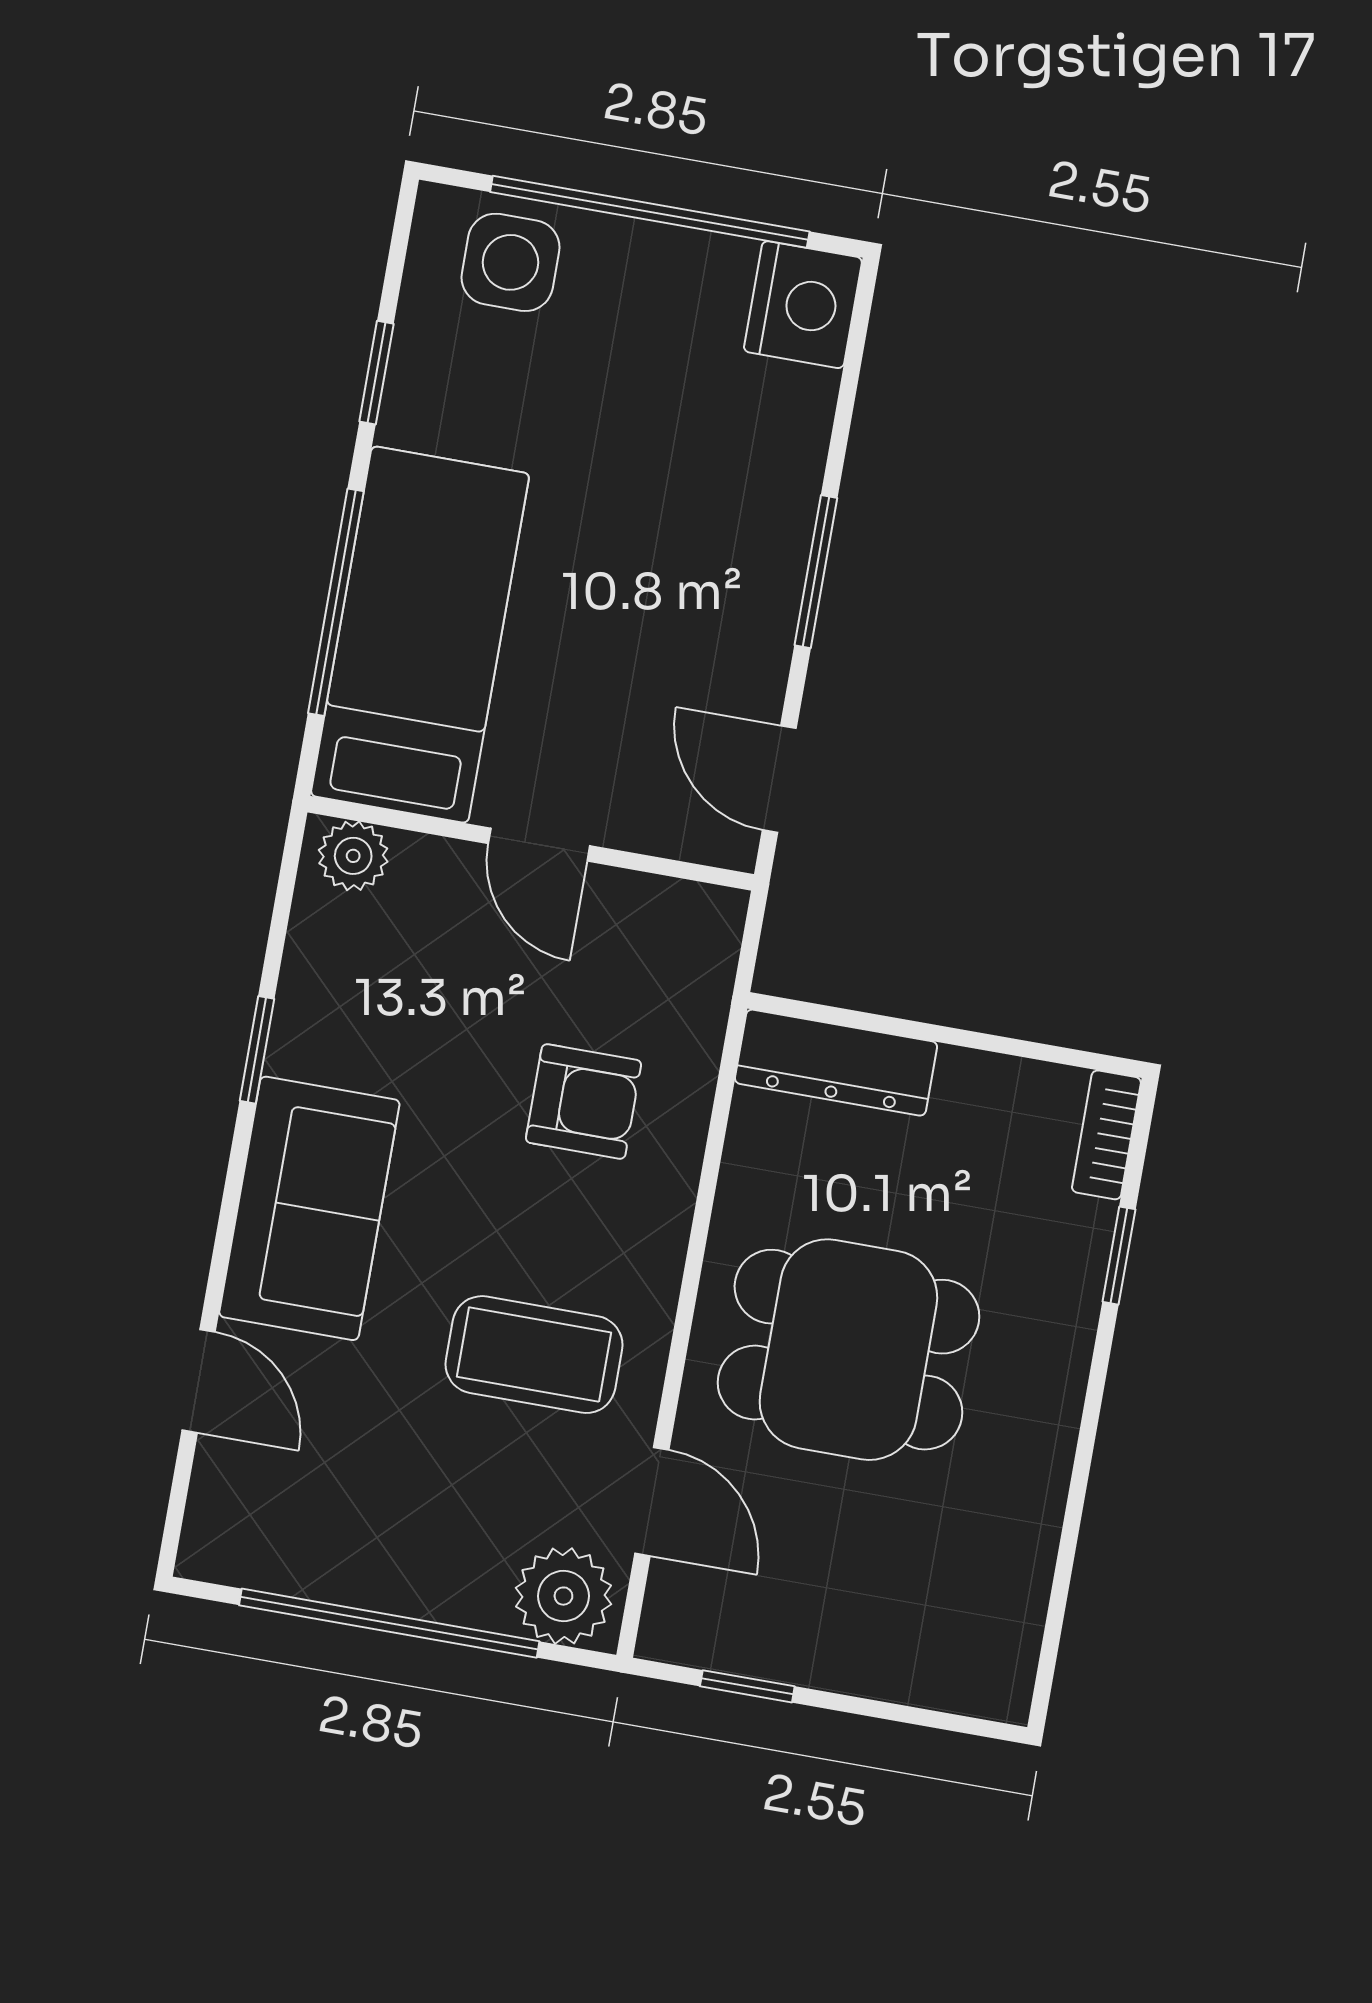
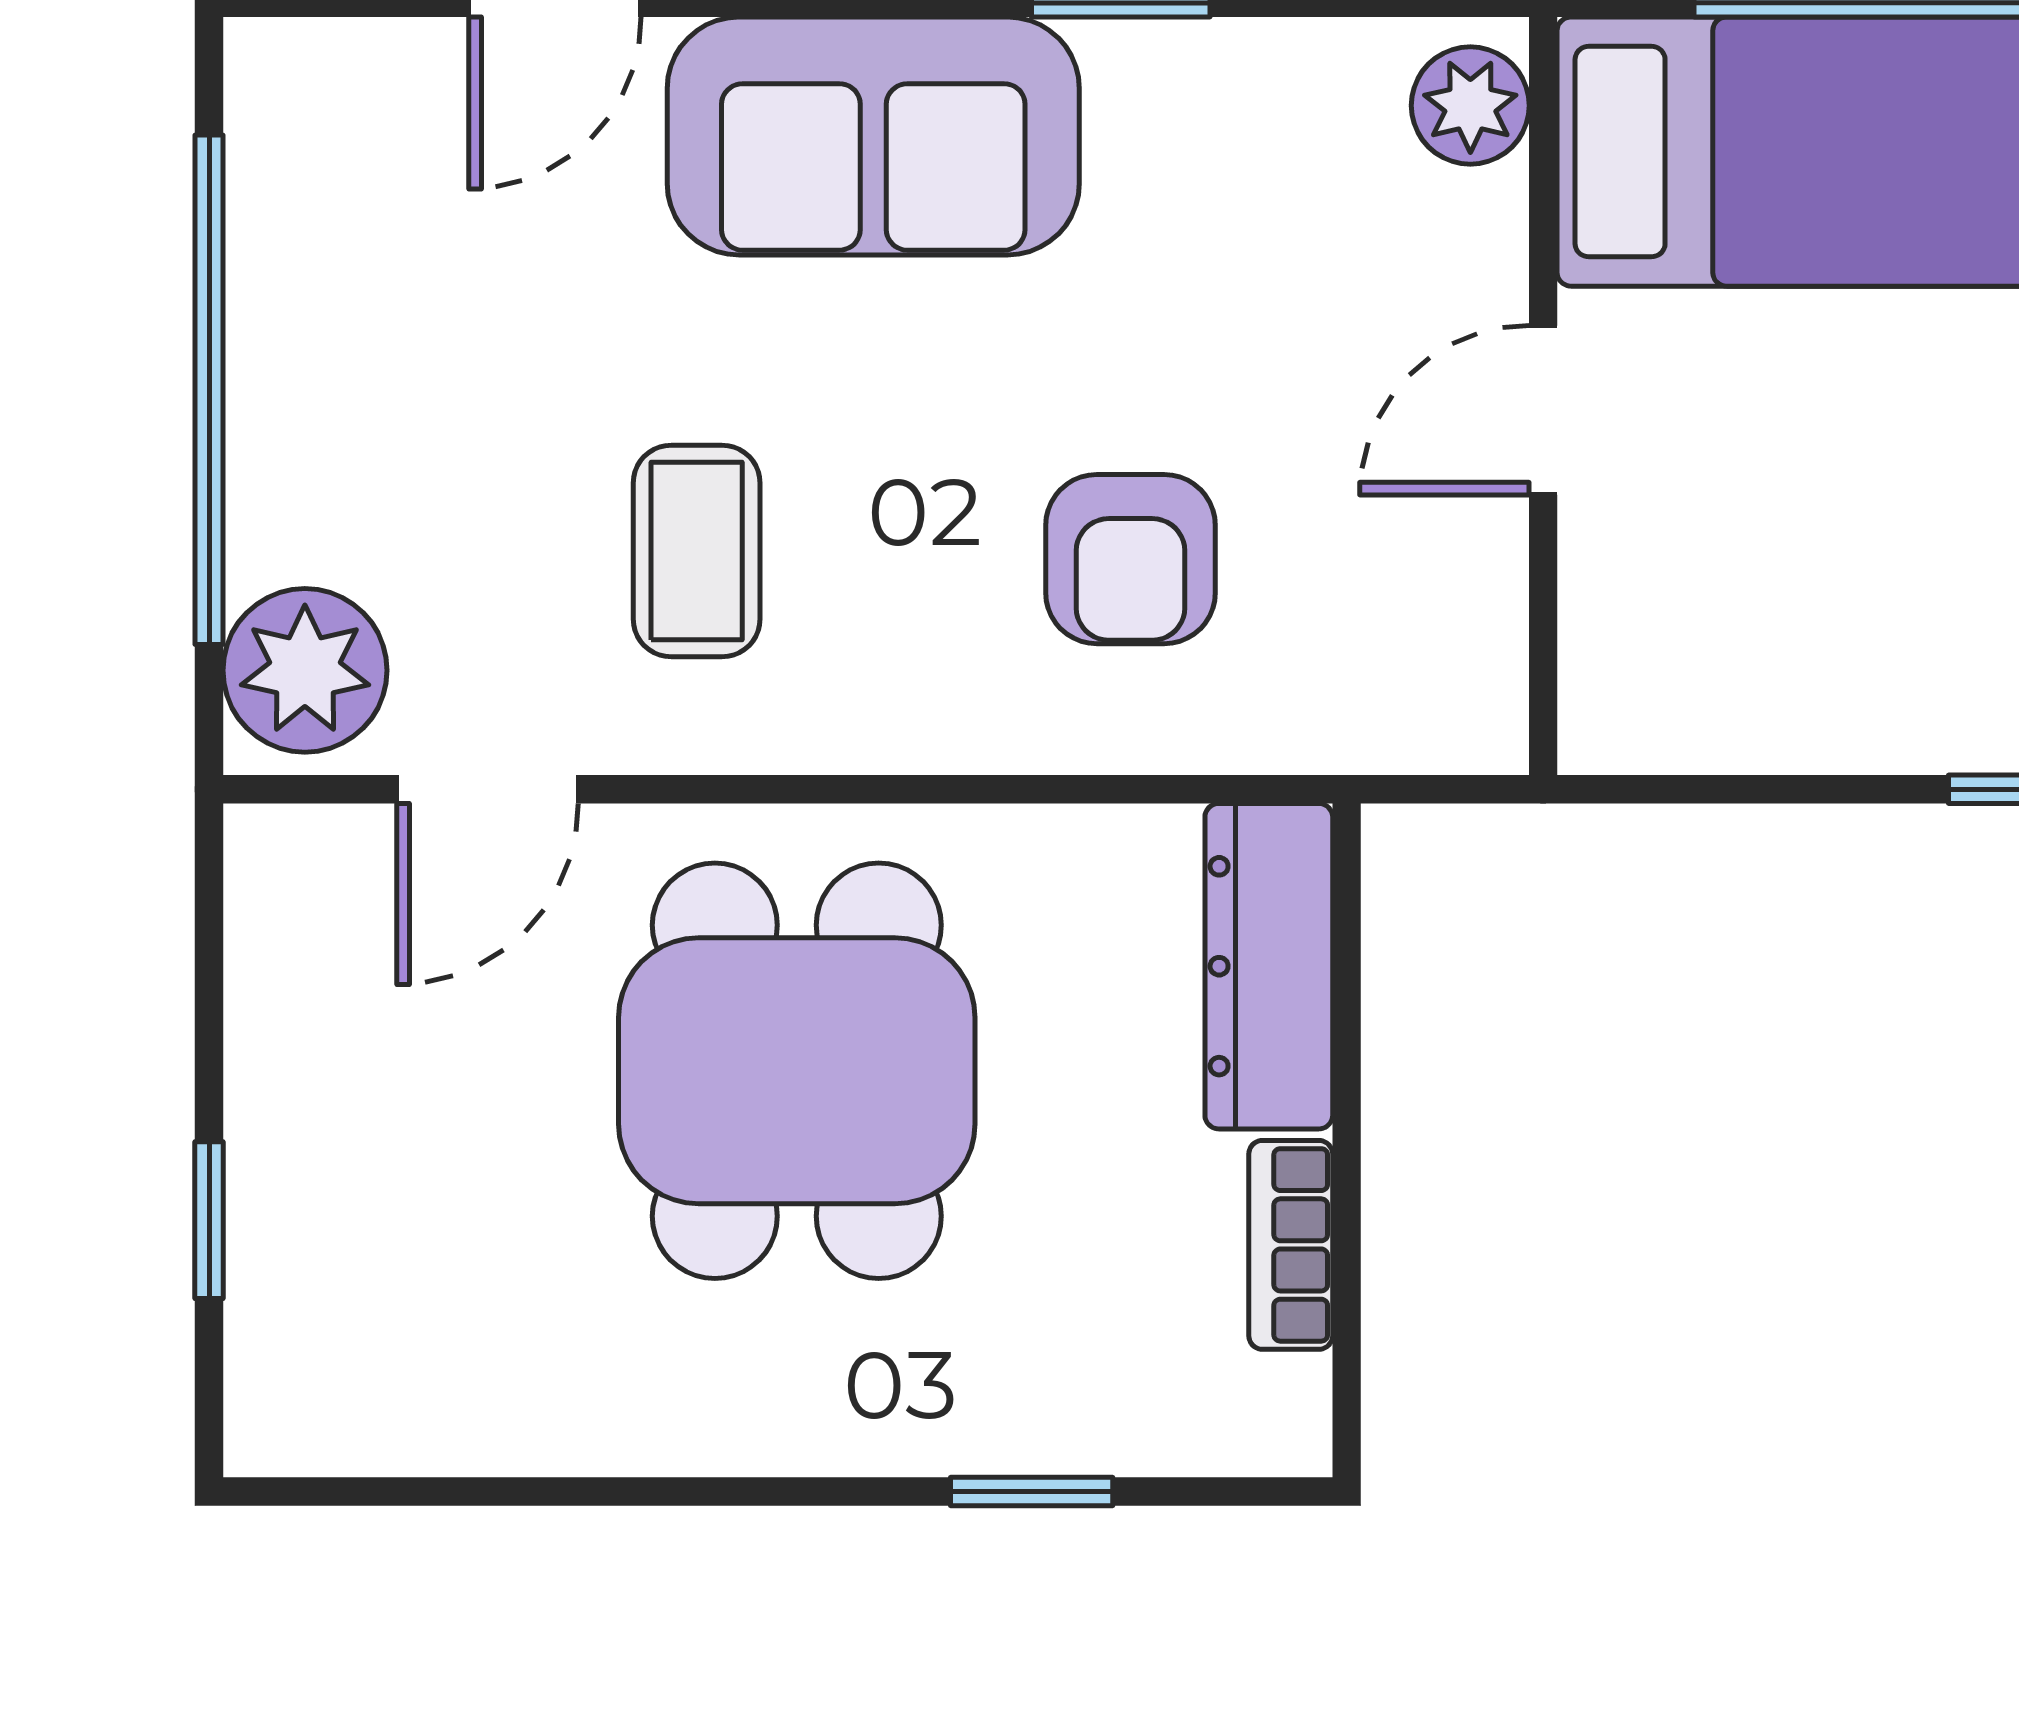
door: (779, 779) -> (1722, 789), removed
bookcase: (1106, 1135) -> (1291, 1245), moved, turned -90
coffee table: (534, 1355) -> (697, 551), width x0.73, depth x0.77
window: (747, 1686) -> (209, 1220), moved

